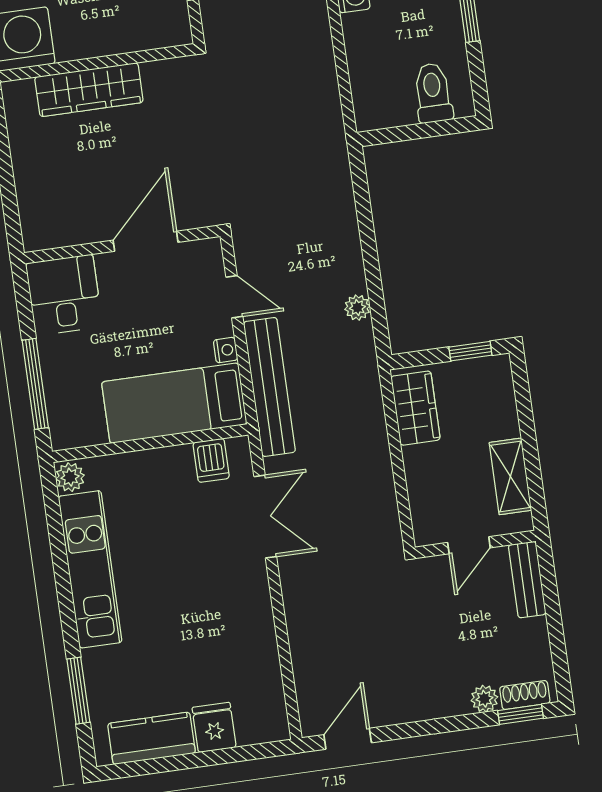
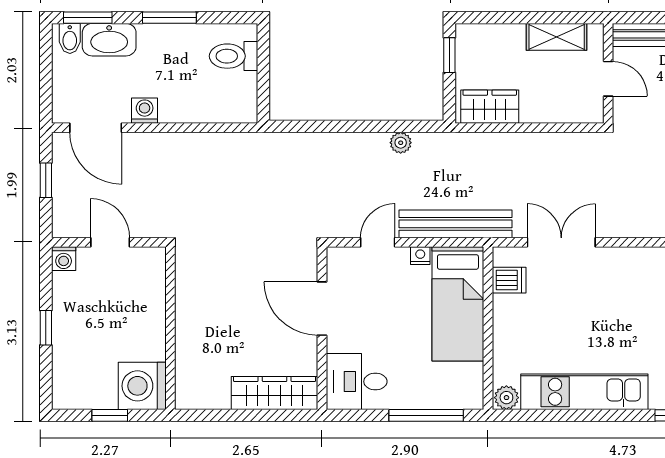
wardrobe: (89, 90) -> (275, 393), moved, turned -90

